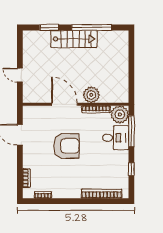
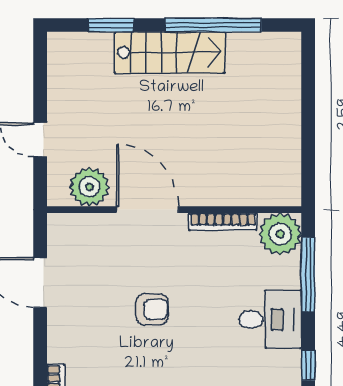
plant: (91, 95) -> (89, 187), moved
desk: (116, 138) -> (270, 319), moved
armchair: (66, 146) -> (152, 309), width x0.53, depth x0.53

